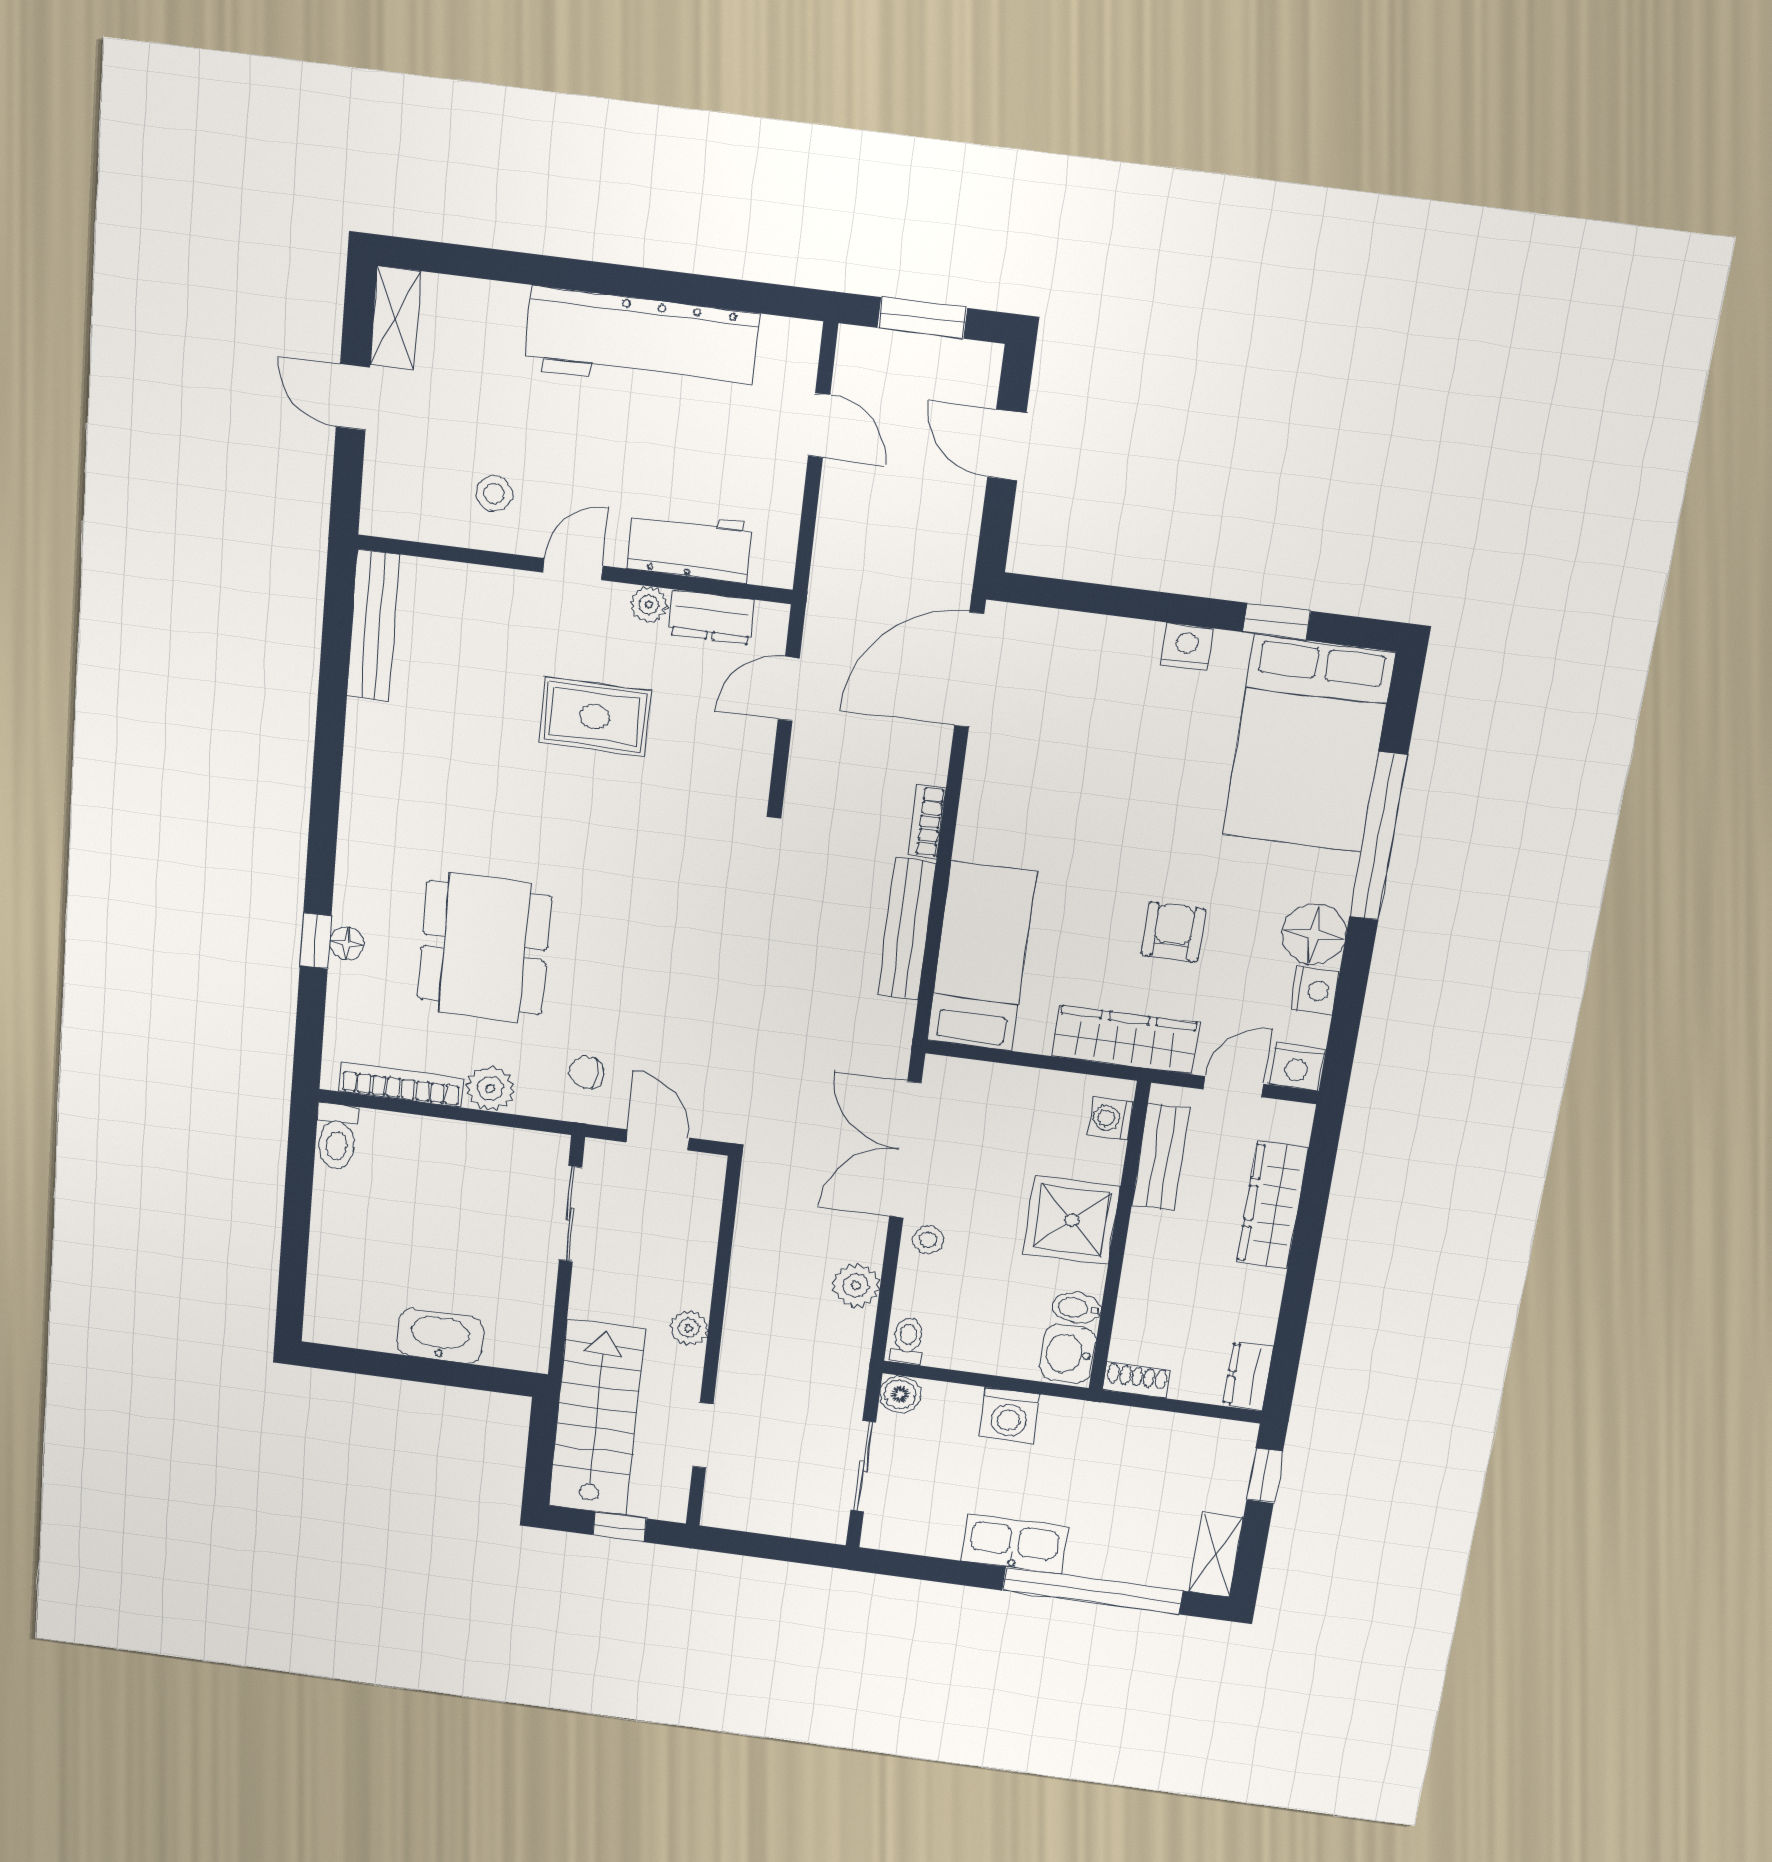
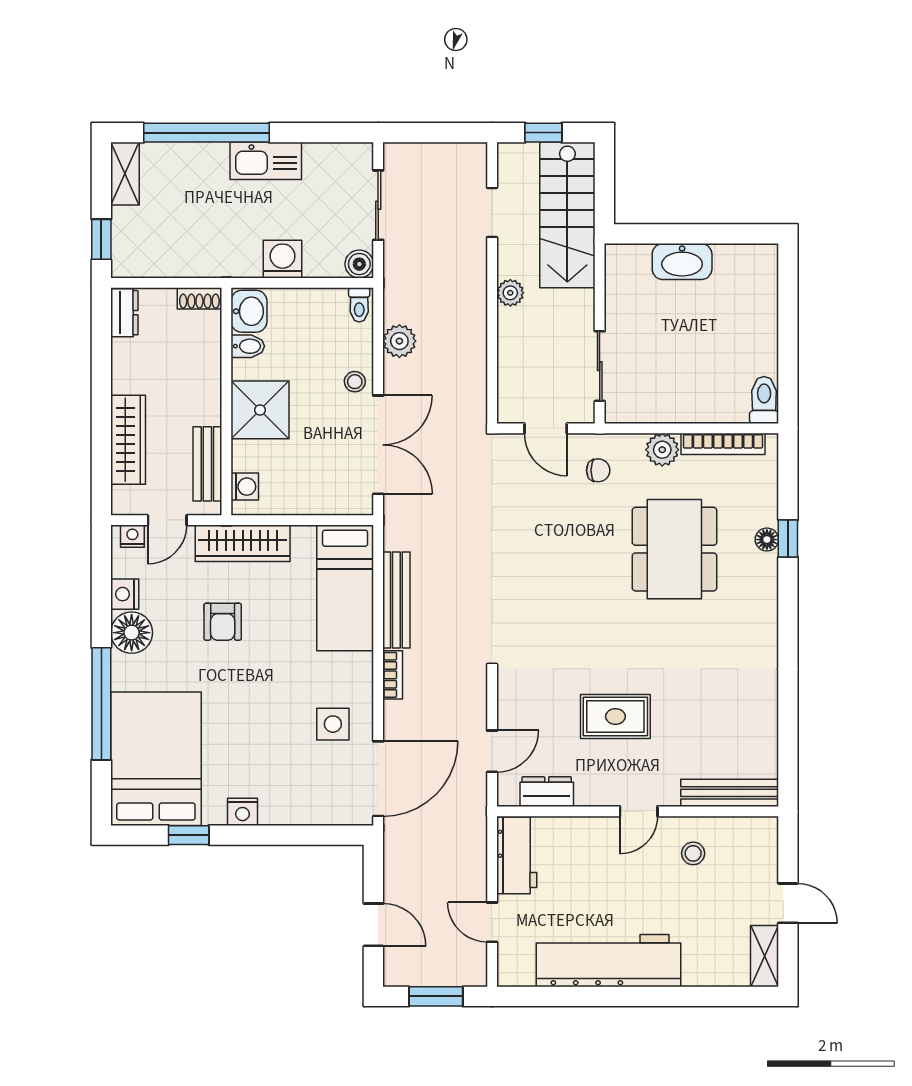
workbench: (689, 546) -> (517, 855), moved, turned -90
plant: (649, 605) -> (588, 795), removed
bench: (373, 626) -> (730, 793), moved, turned 90
side table: (1028, 761) -> (333, 724), added
nightstand: (1297, 1067) -> (132, 536), width x0.72, depth x0.74

